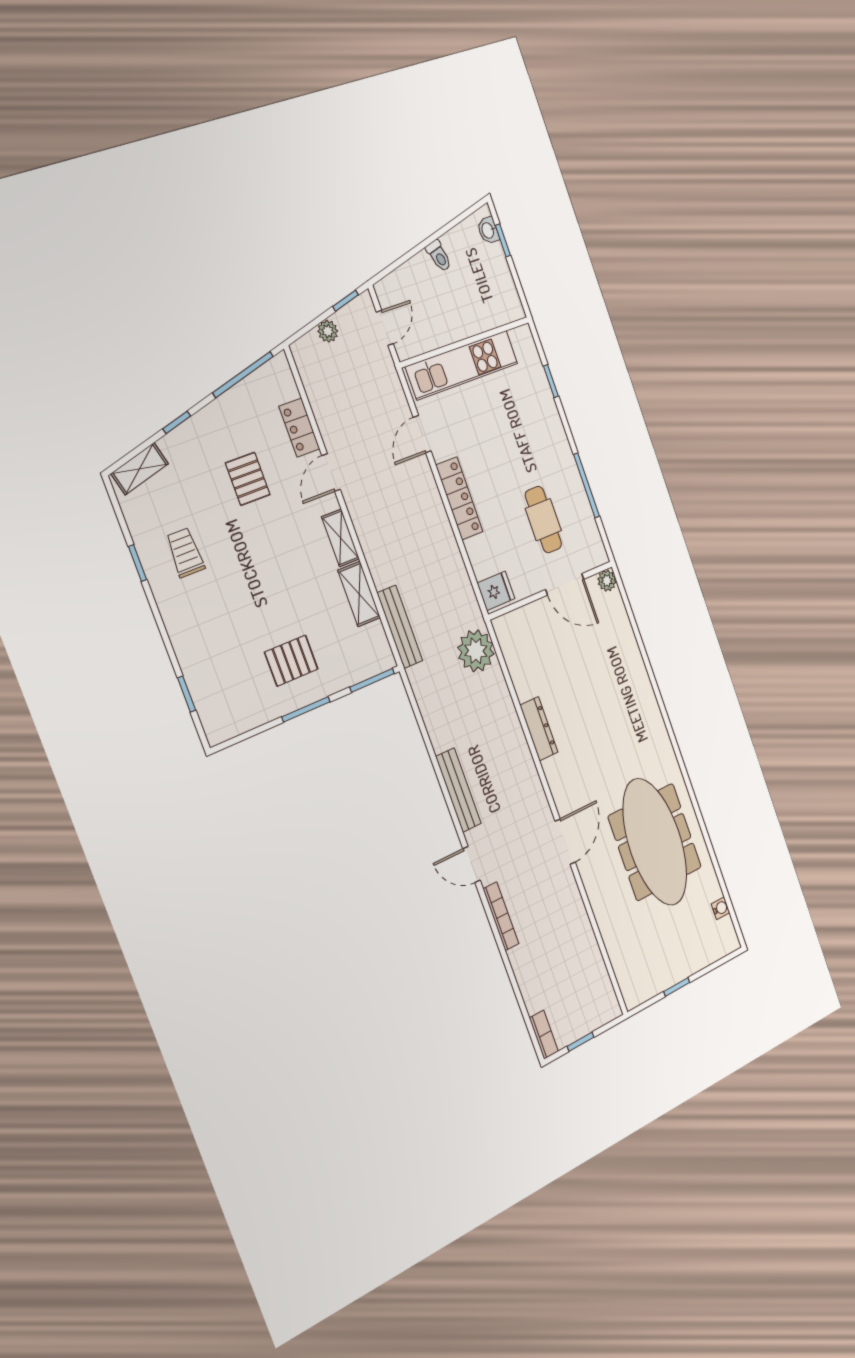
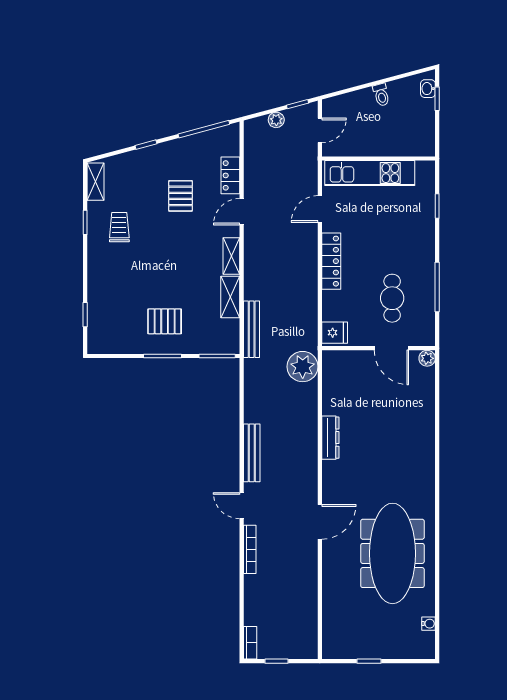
shelving: (140, 469) -> (96, 182), moved, turned -75

